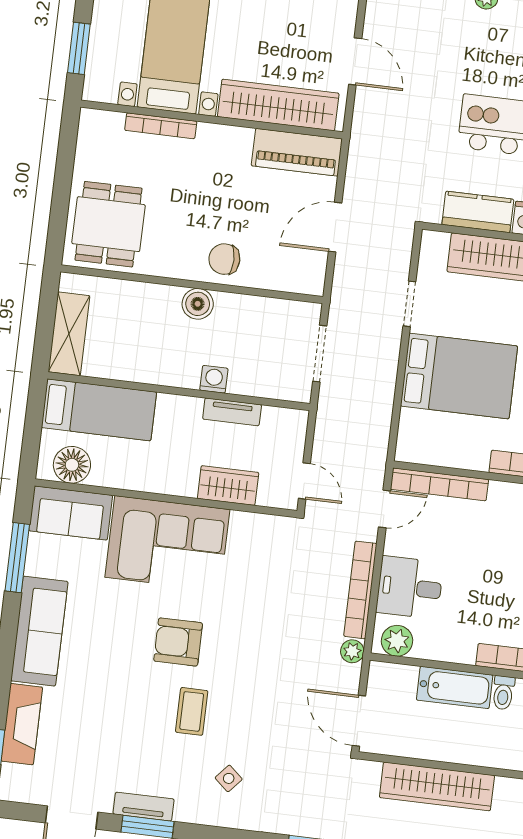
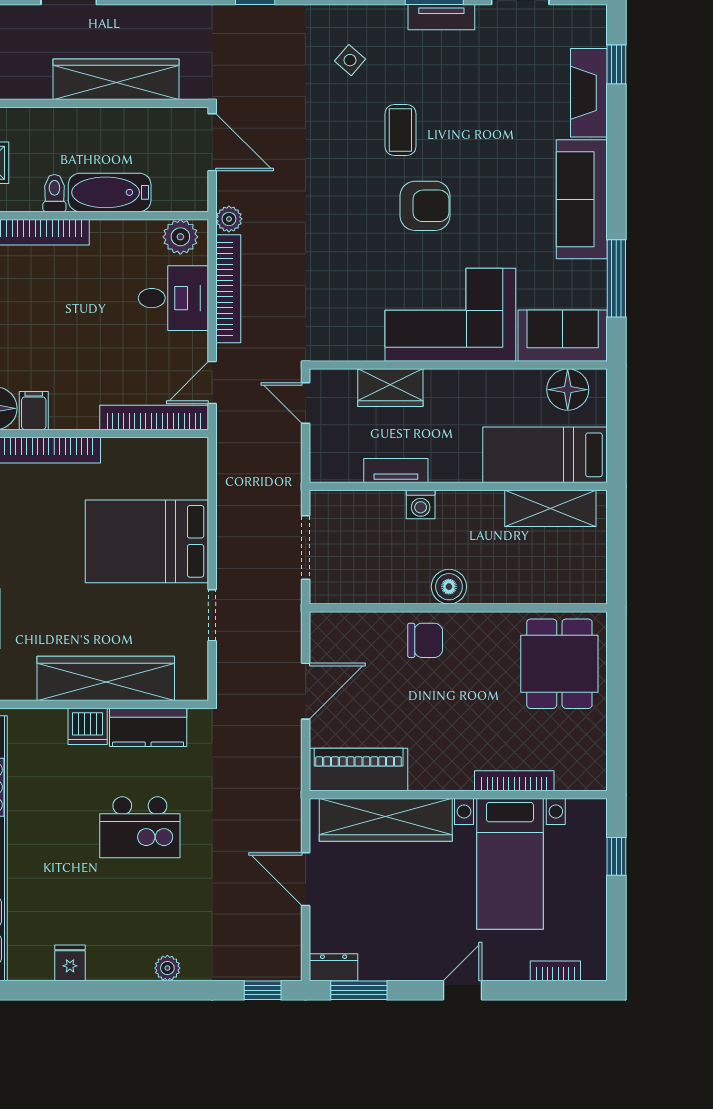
window: (79, 48) -> (616, 856), width x0.67
shelving: (69, 334) -> (550, 508), moved, turned 90

